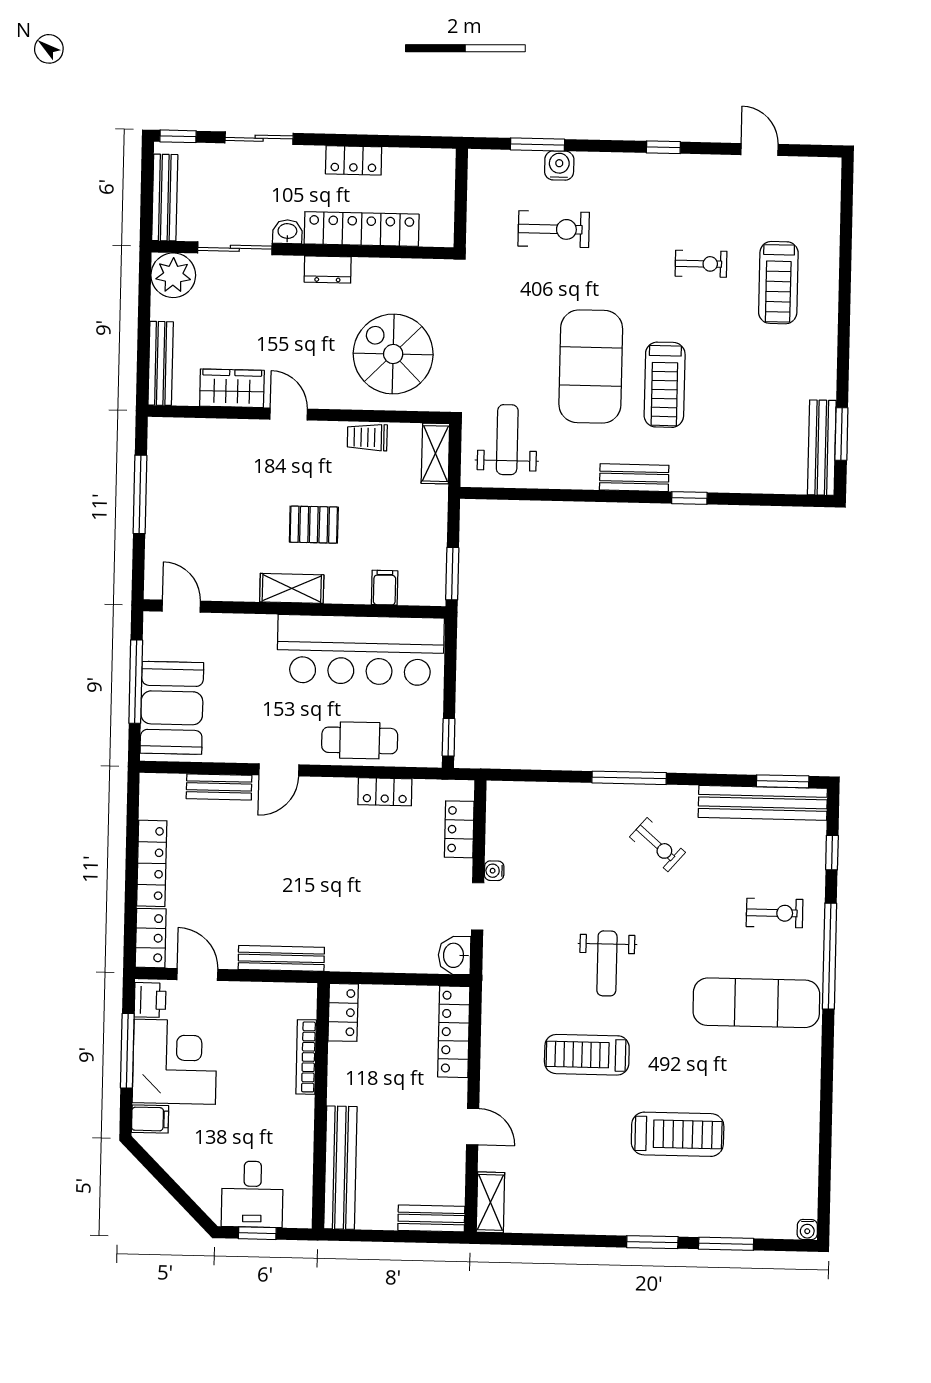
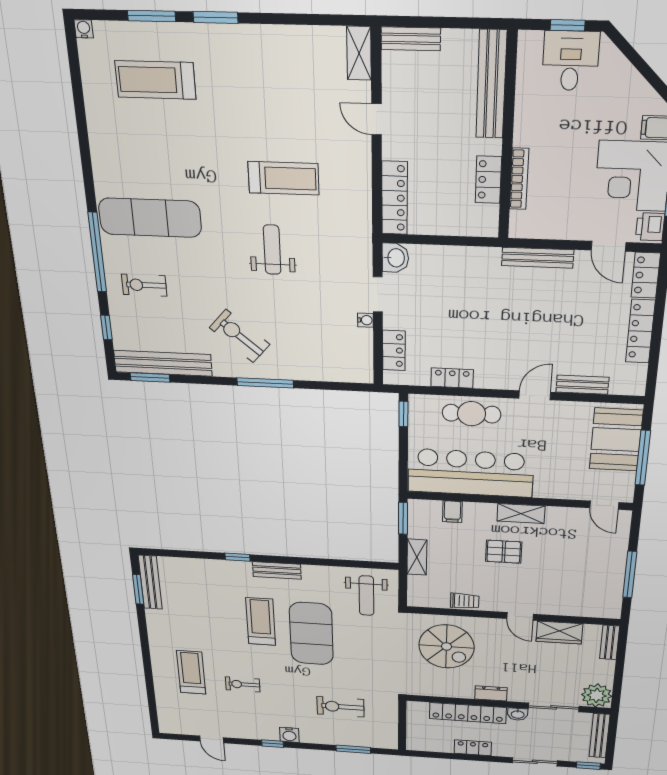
water cooler: (559, 166) -> (289, 735), moved
bench: (161, 363) -> (610, 642), width x0.73
shelving: (435, 454) -> (417, 557), moved
exercise bike: (657, 845) -> (240, 336), width x1.38, depth x1.39
locker: (343, 1012) -> (488, 180), moved
treadmill: (678, 1134) -> (155, 80), moved

